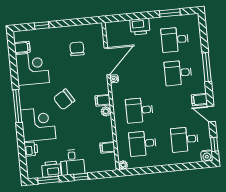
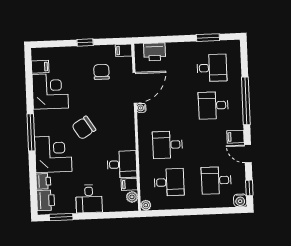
window: (42, 25) -> (85, 42), moved
printer: (140, 27) -> (155, 52), moved
desk: (175, 40) -> (212, 68), turned 180
window: (207, 67) -> (246, 101), width x1.46
filing cabinet: (103, 100) -> (124, 50), moved
plant: (106, 111) -> (132, 197), moved
desk: (100, 130) -> (122, 164), added
desk: (143, 143) -> (169, 182), turned 180
printer: (51, 169) -> (46, 200), moved, turned 90
window: (81, 177) -> (98, 216), removed

